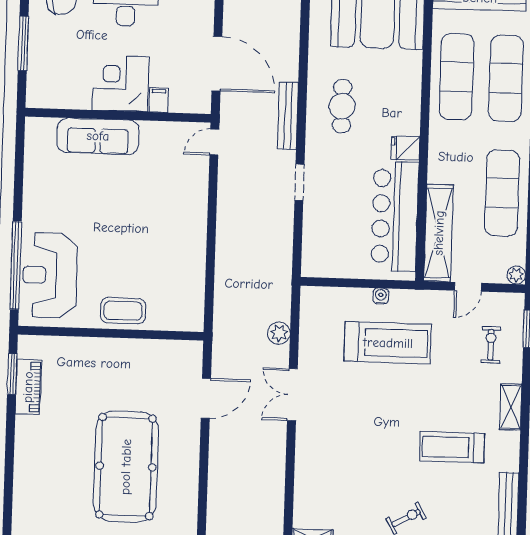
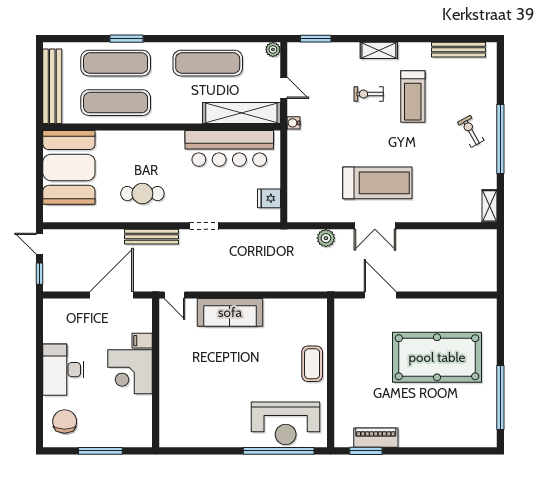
sofa: (98, 136) -> (230, 312), moved, turned 90
fridge: (405, 148) -> (269, 198), moved, turned 90
water cooler: (381, 296) -> (294, 123), moved
treadmill: (388, 343) -> (377, 183), moved, turned 90
exercise bike: (491, 345) -> (369, 94), moved

